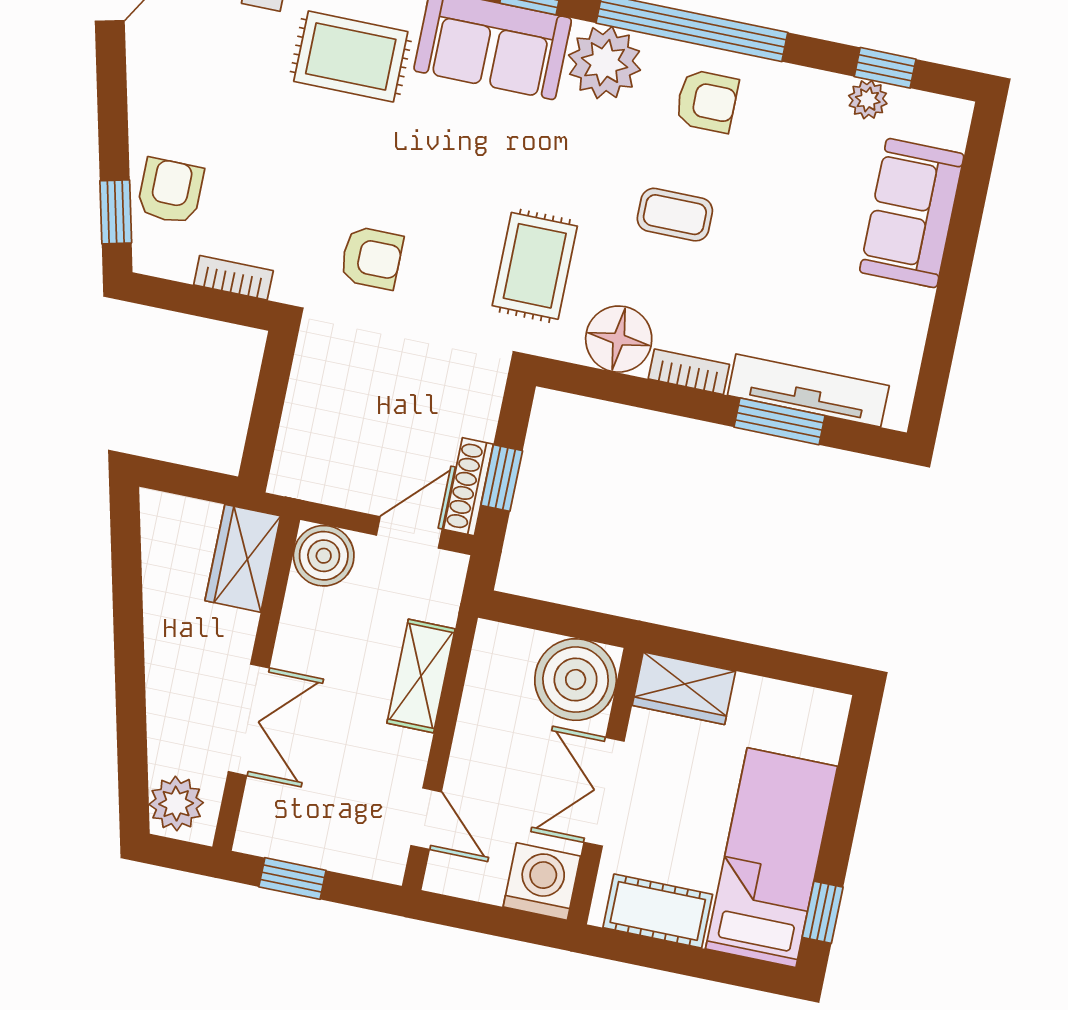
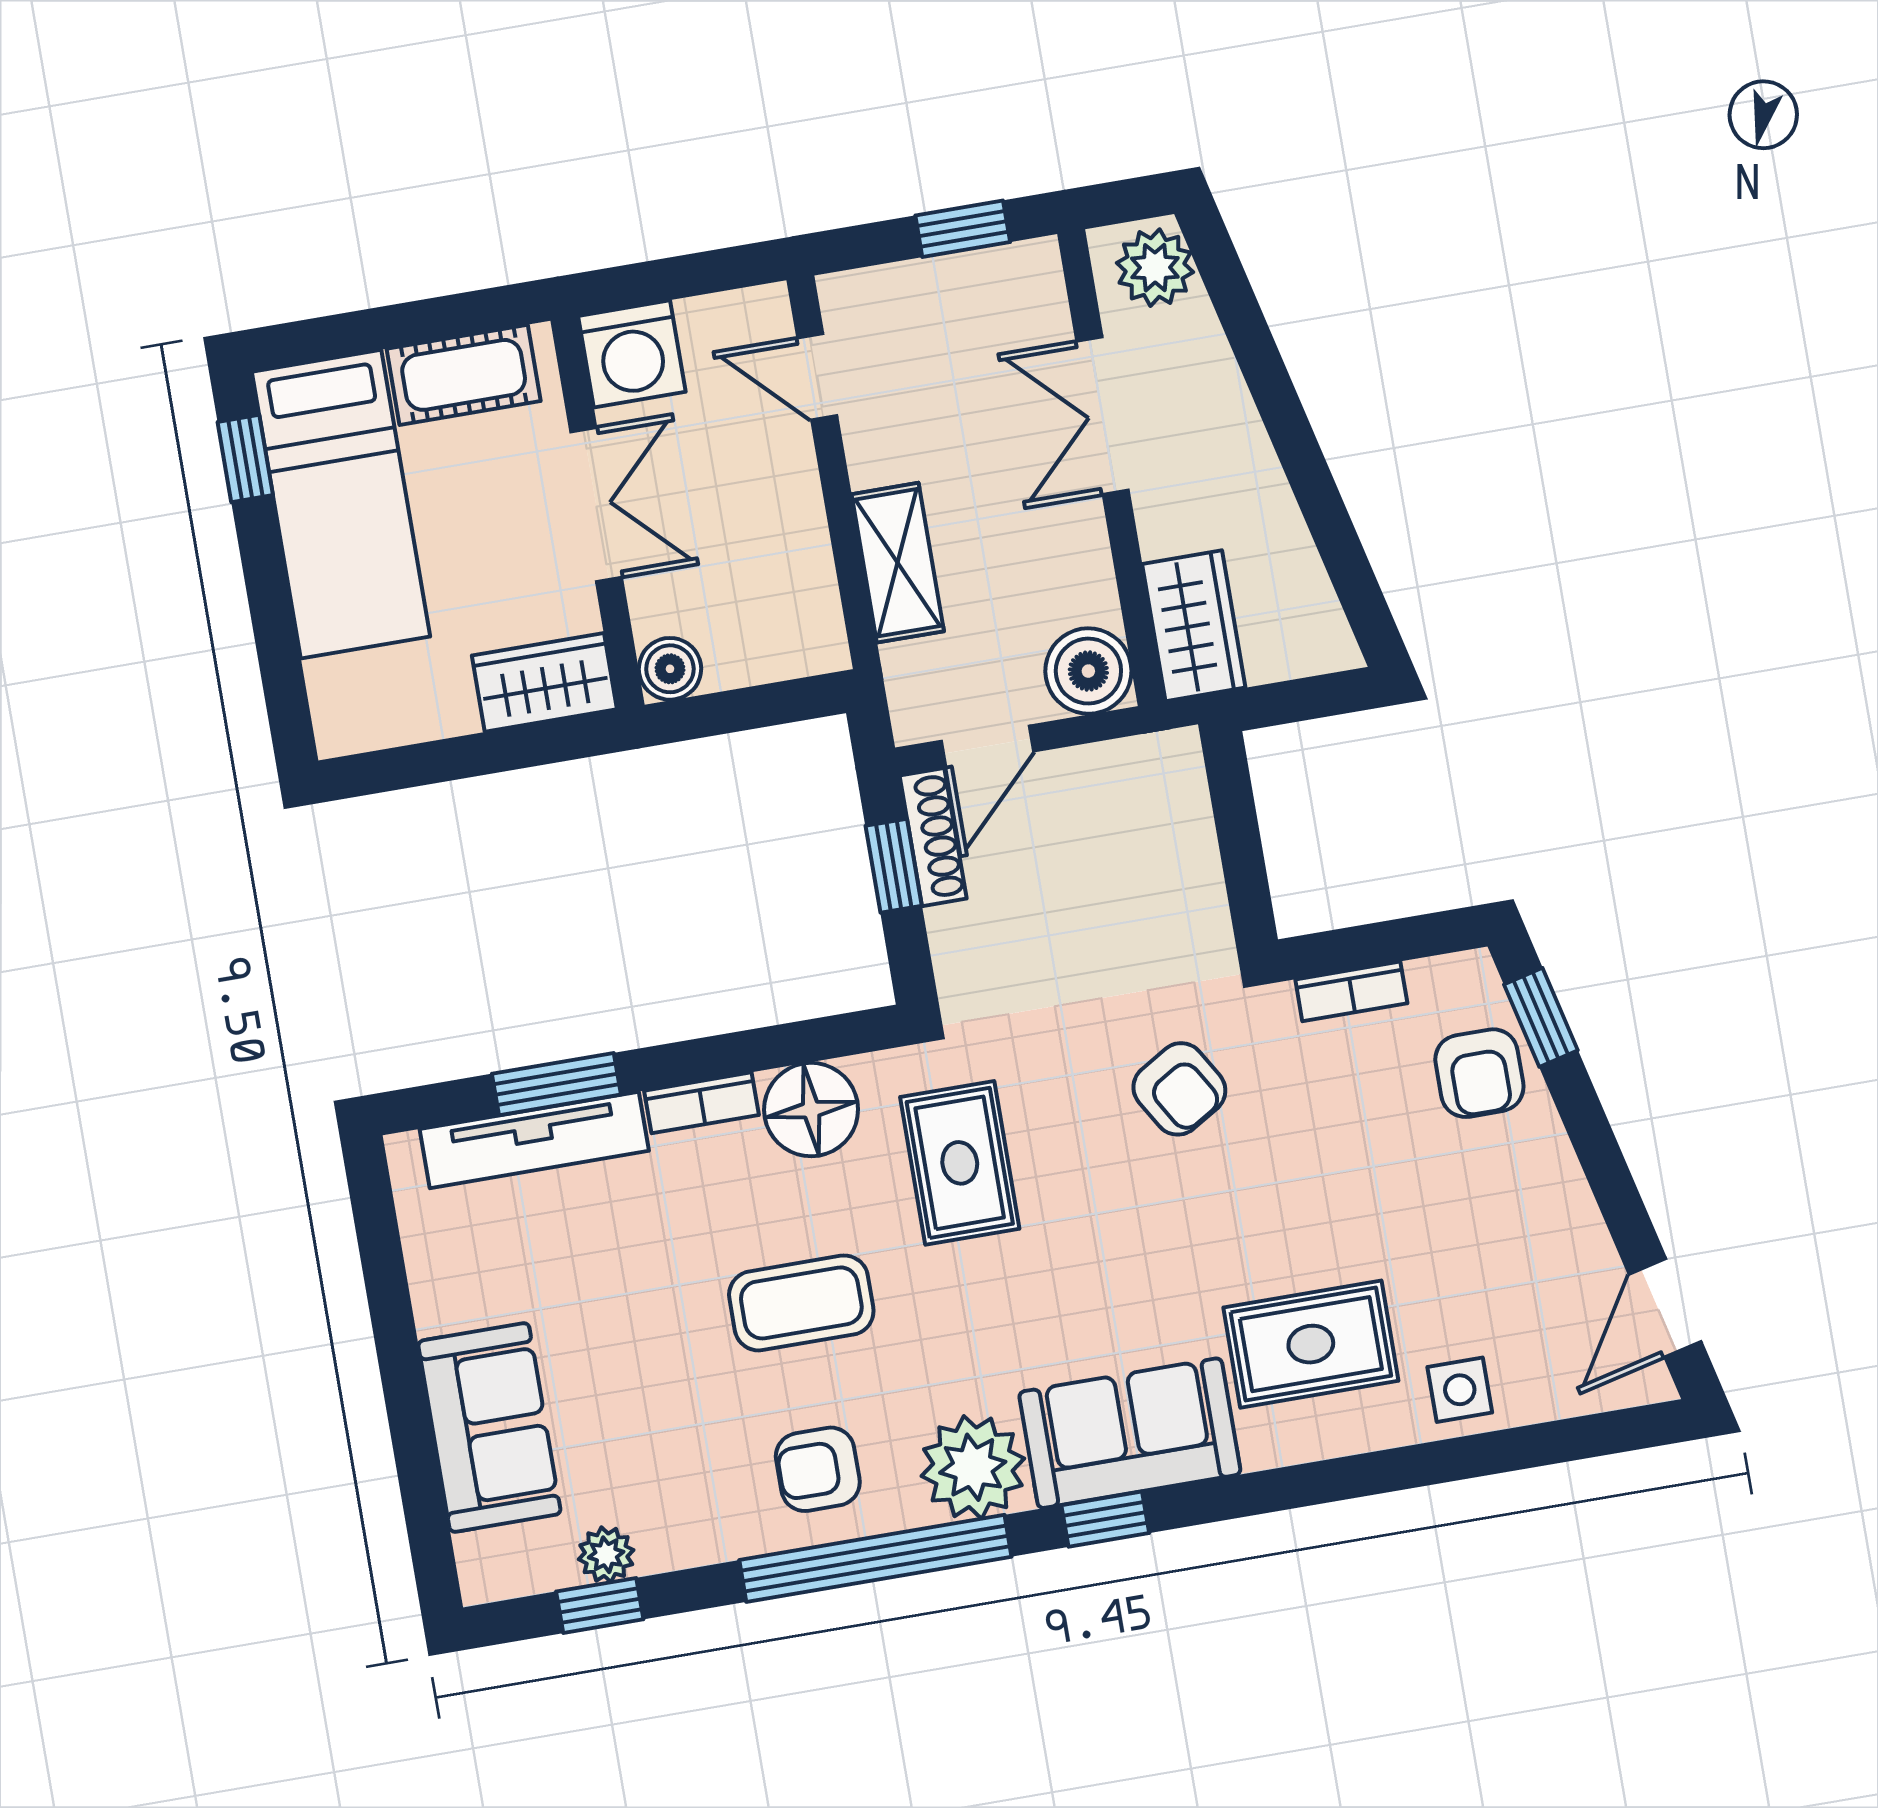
coffee table: (675, 215) -> (801, 1303), width x1.36, depth x1.30
armchair: (371, 258) -> (1179, 1089), turned -121
boiler: (576, 680) -> (670, 669), width x0.54, depth x0.54

